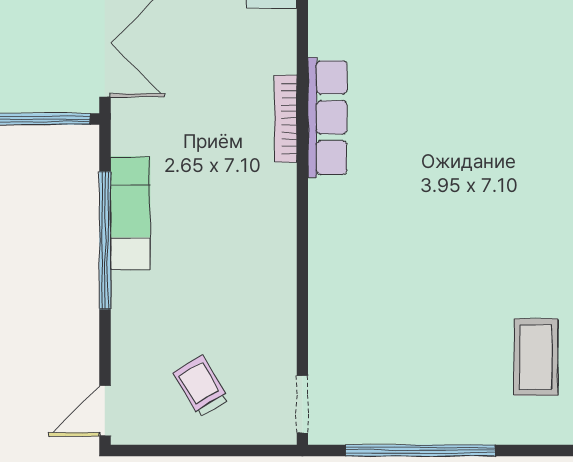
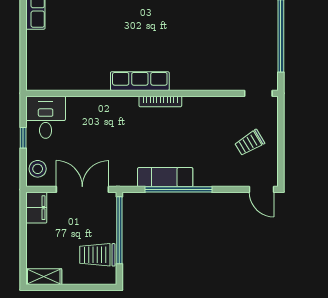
row of seats: (327, 117) -> (140, 81), moved
bookcase: (286, 119) -> (160, 101), moved

